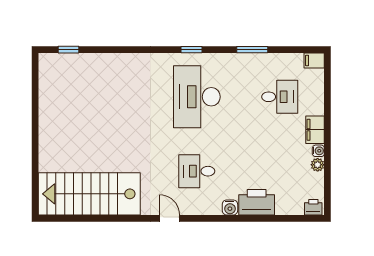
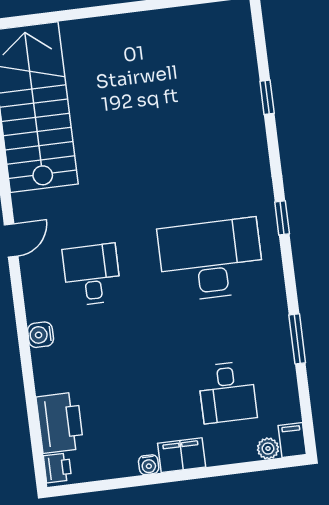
window: (68, 50) -> (267, 97), moved
window: (192, 50) -> (282, 218), moved
plant: (318, 165) -> (268, 449), moved
printer: (257, 202) -> (60, 423), moved

